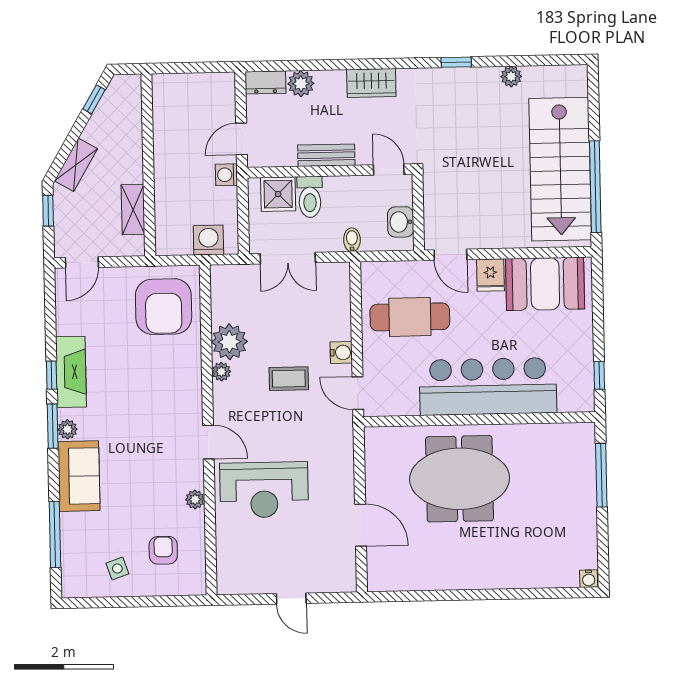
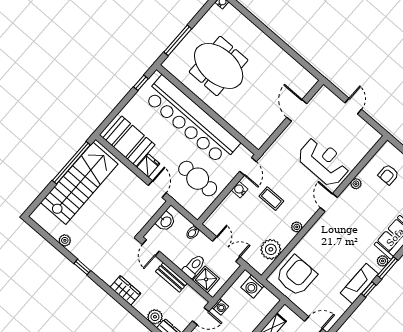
plant: (229, 342) -> (271, 249), moved
bar counter: (488, 386) -> (191, 120), width x1.36
meeting table: (460, 479) -> (219, 66), moved

